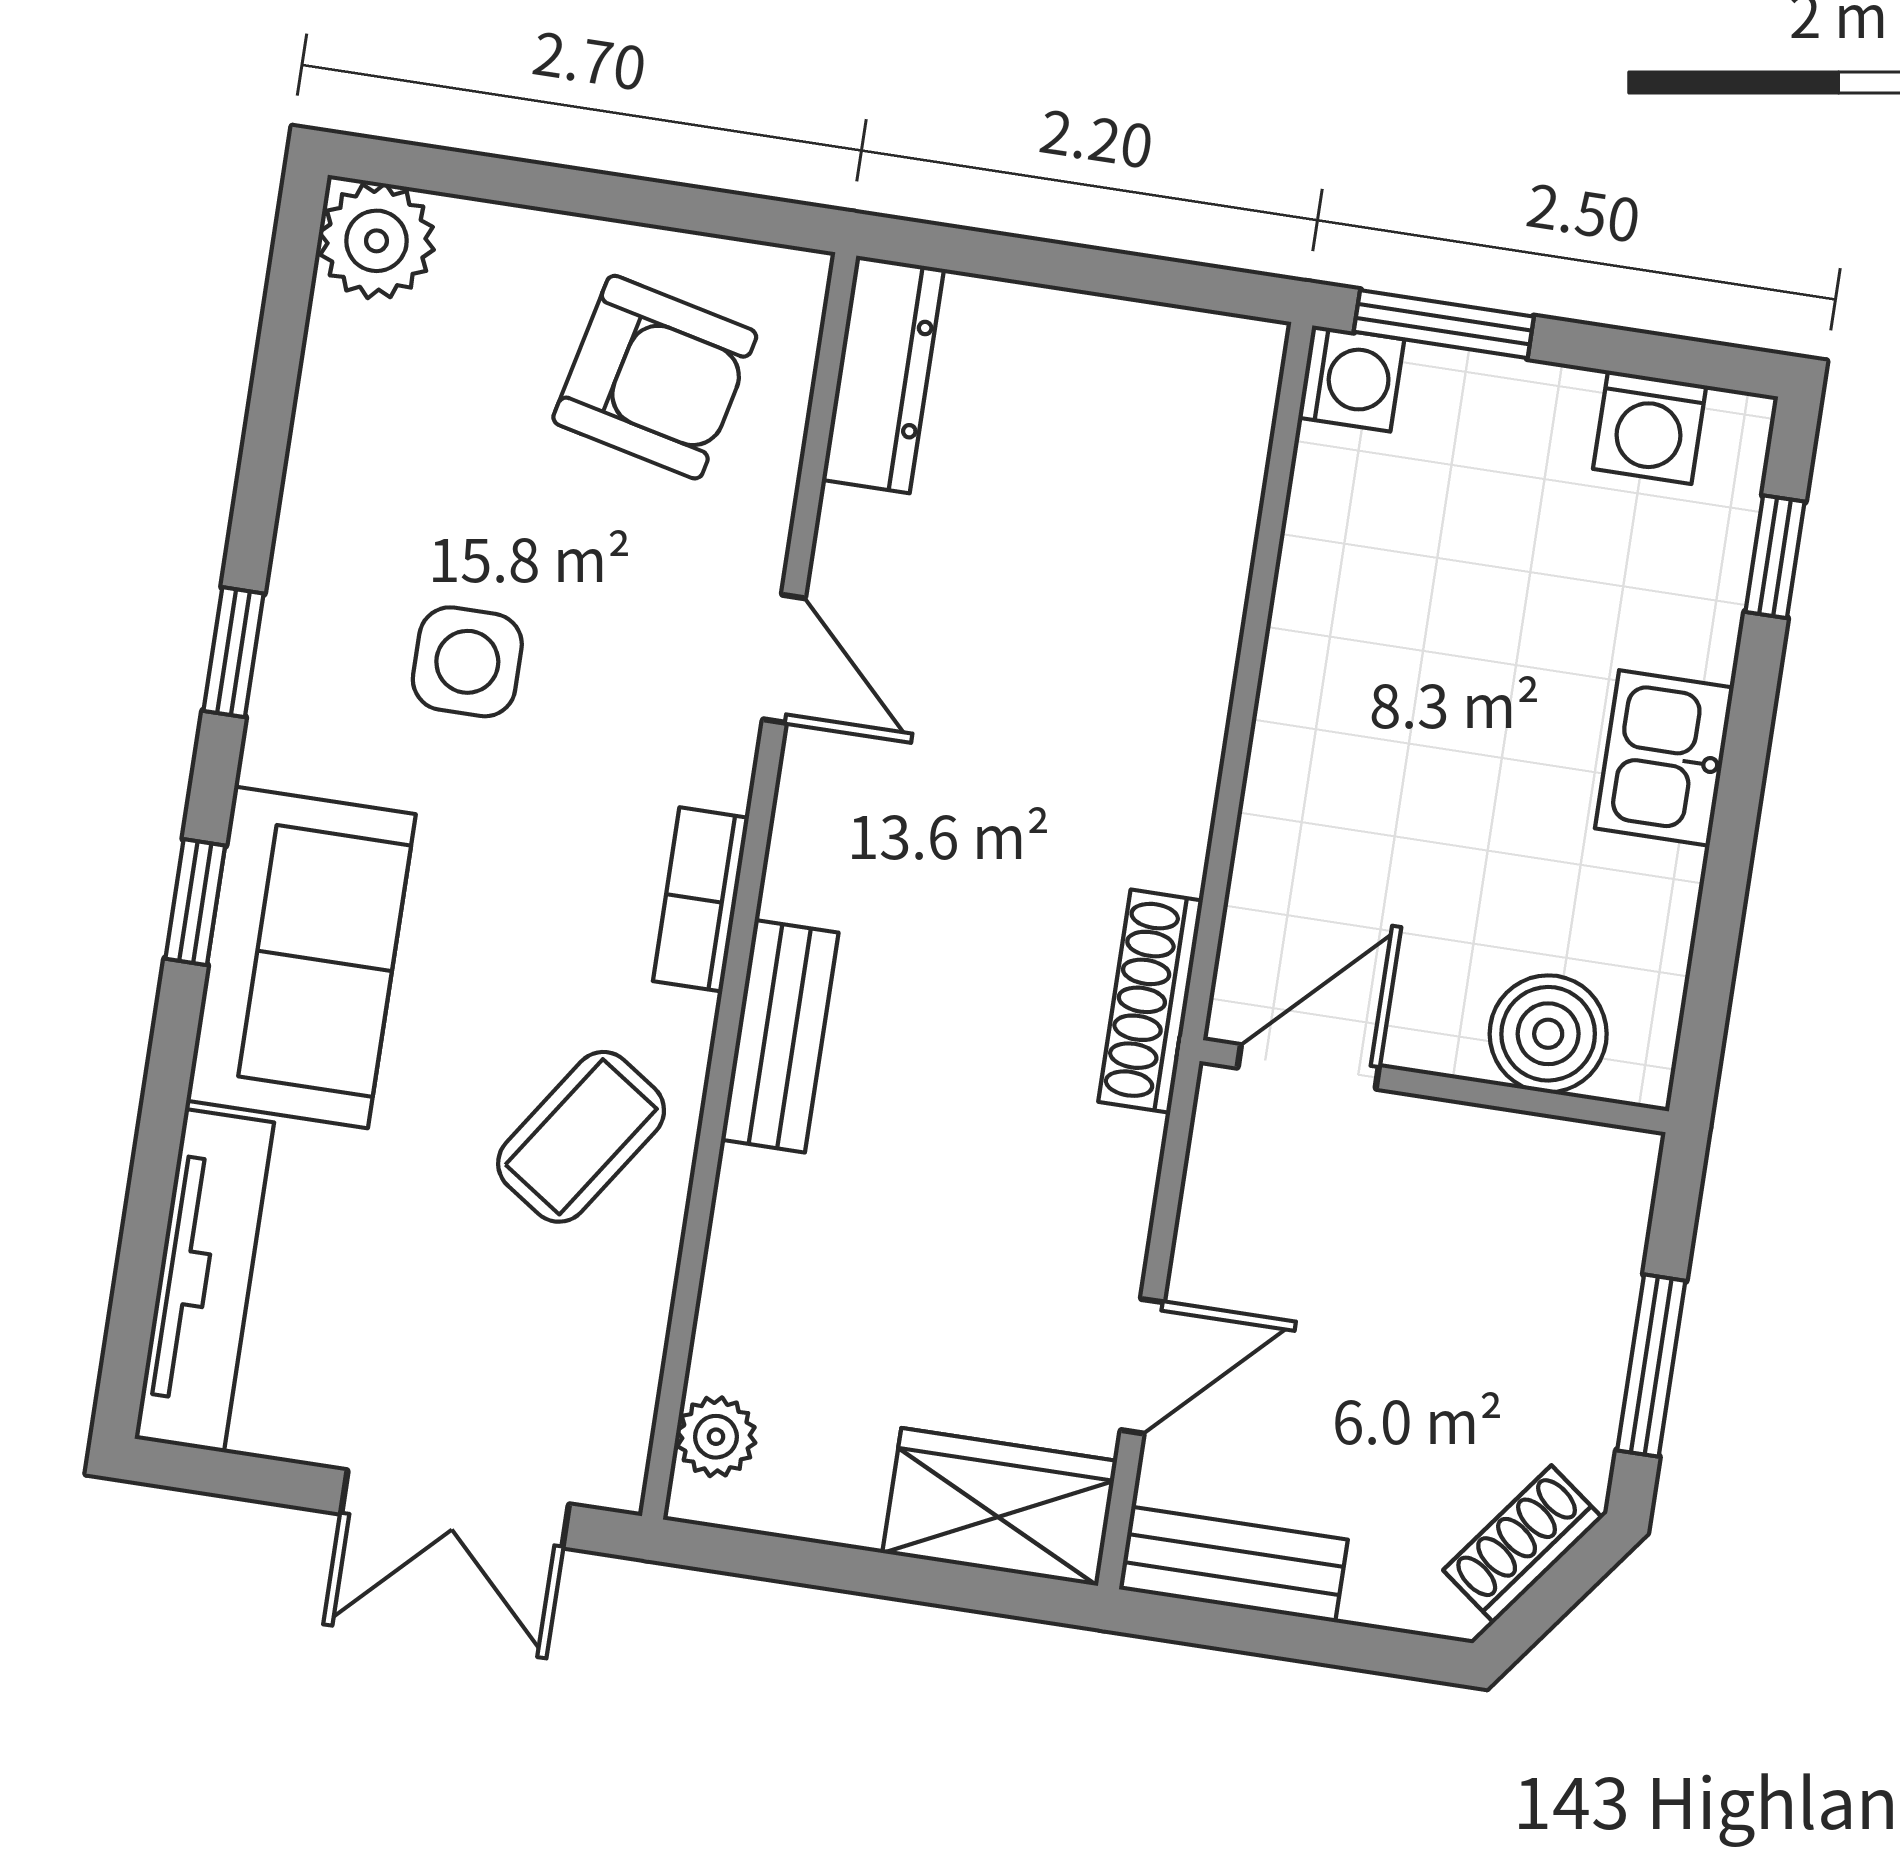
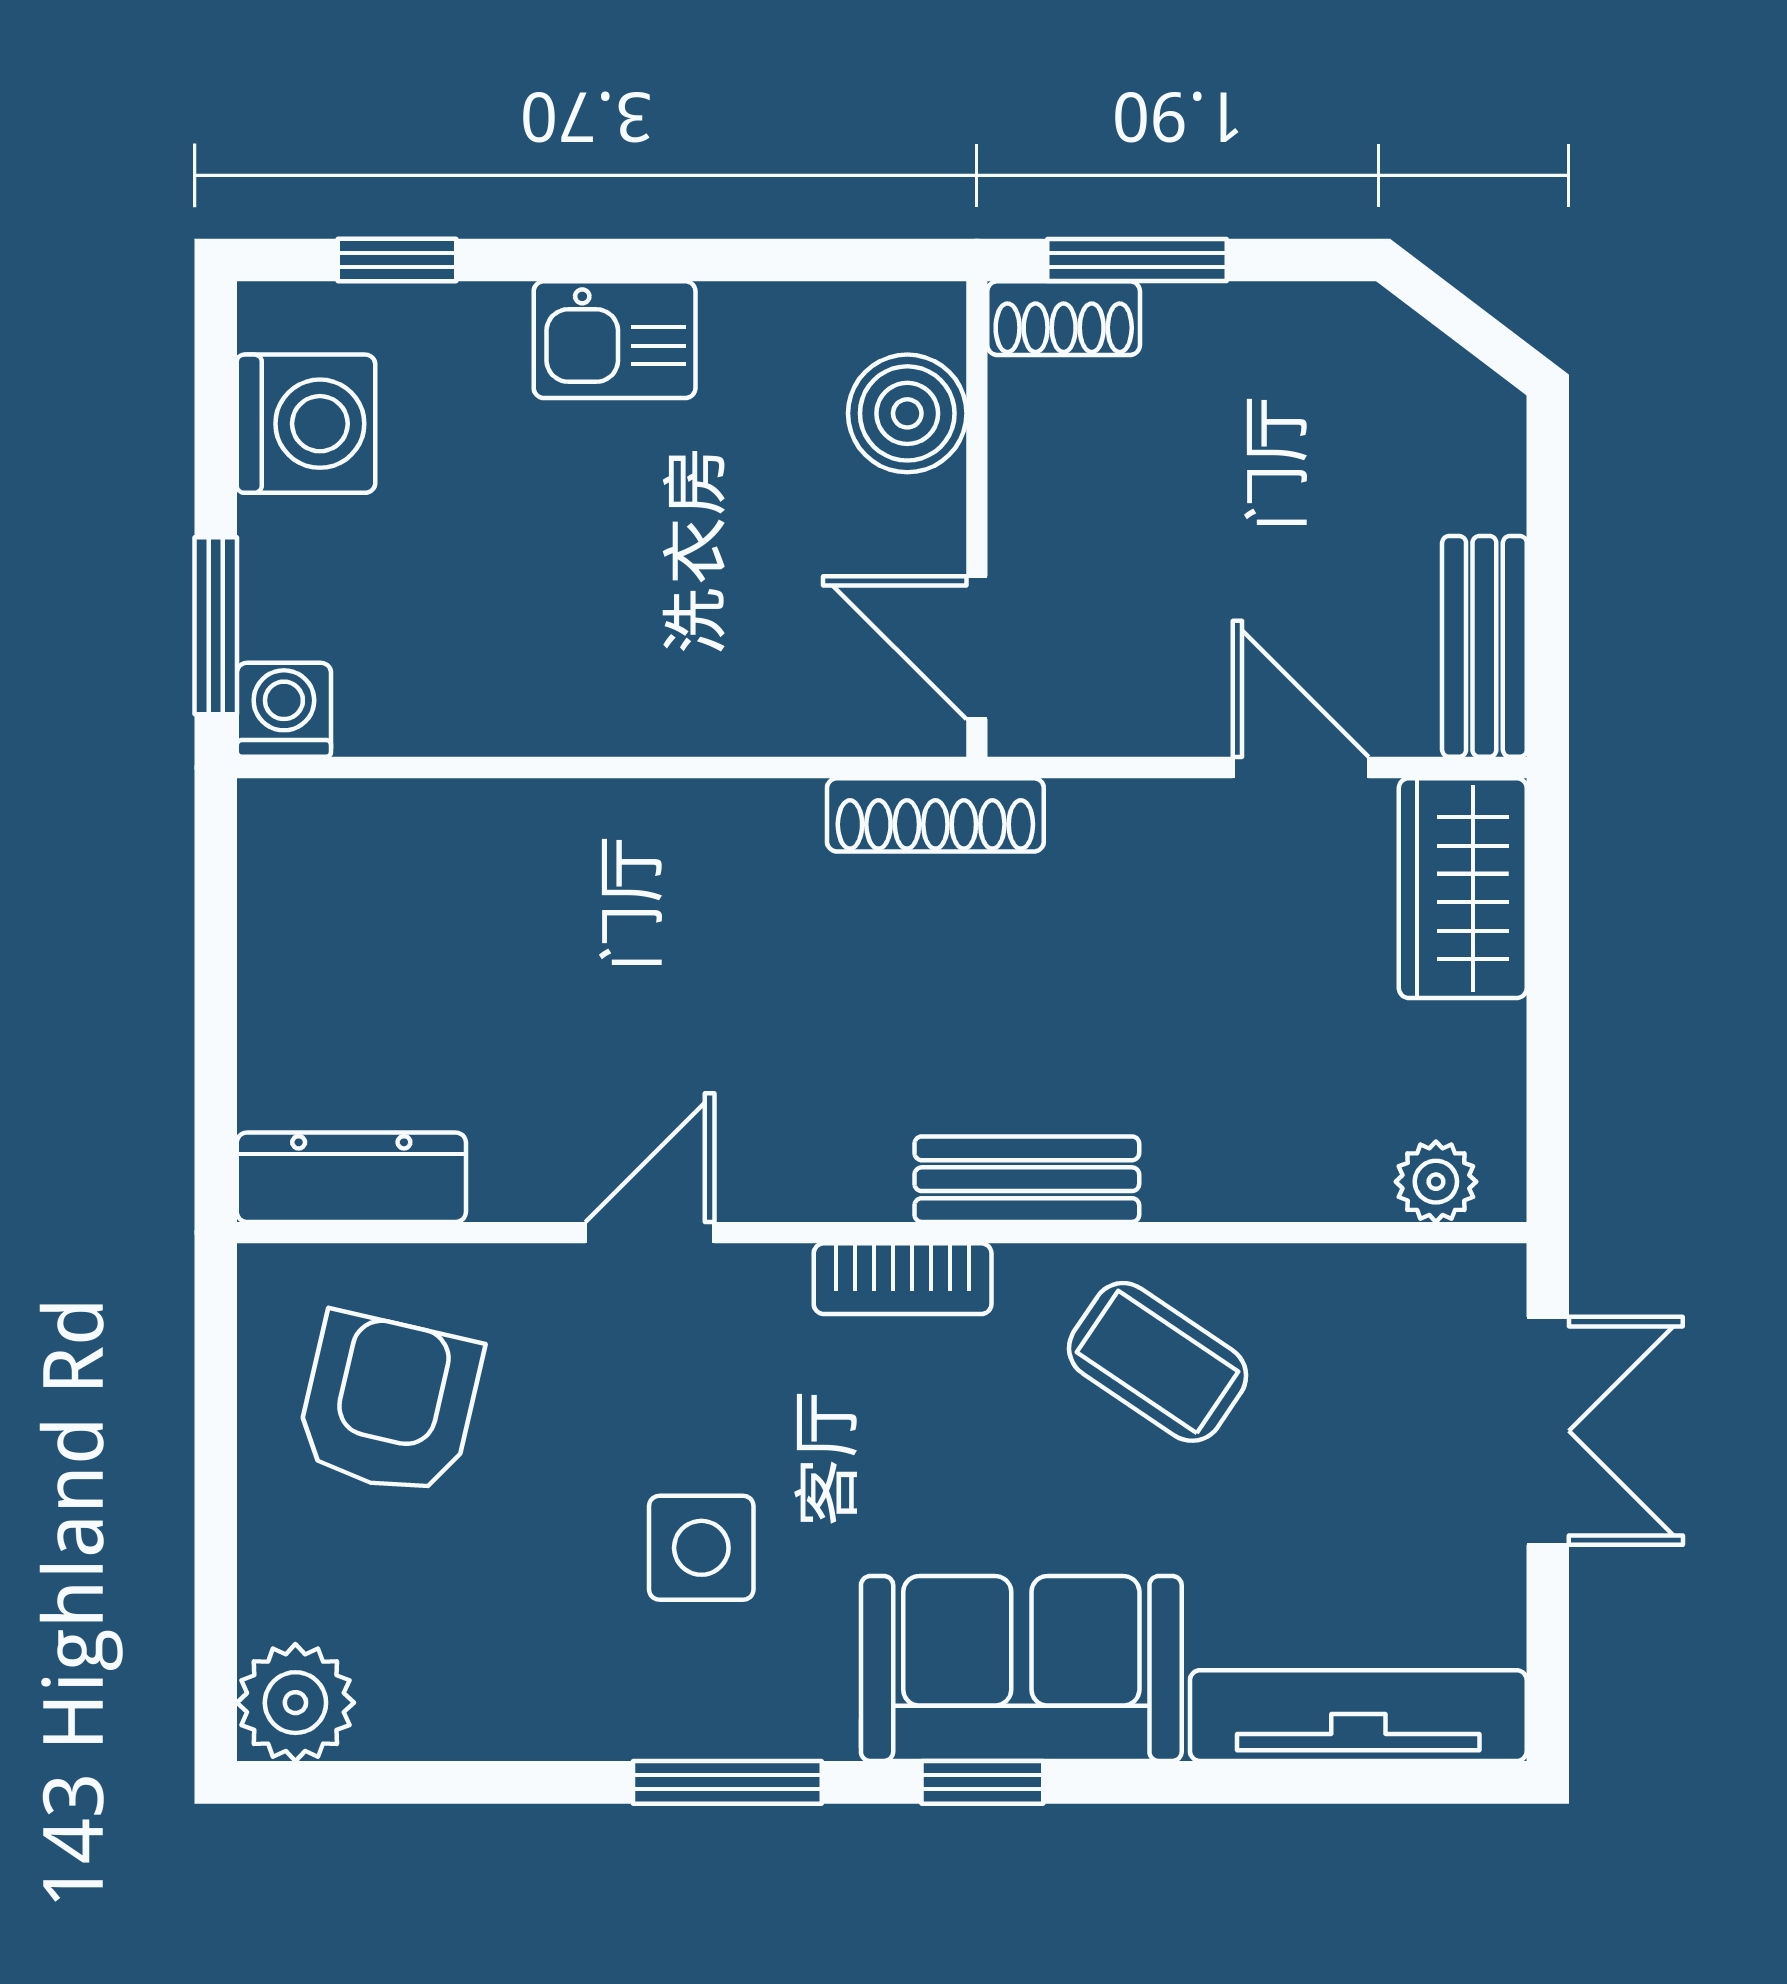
washing machine: (1650, 427) -> (306, 424), width x1.38, depth x1.38
window: (234, 652) -> (727, 1782), width x1.50
window: (1651, 1366) -> (1137, 260), moved
shoe rack: (1523, 1544) -> (1064, 318), moved, turned -37

